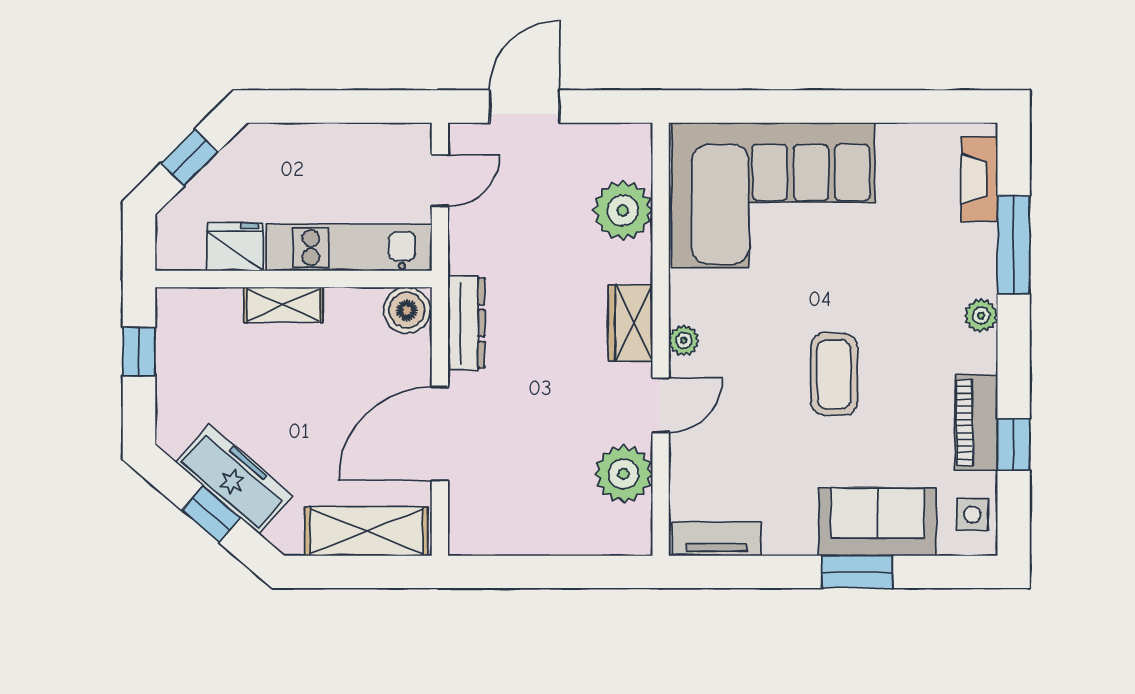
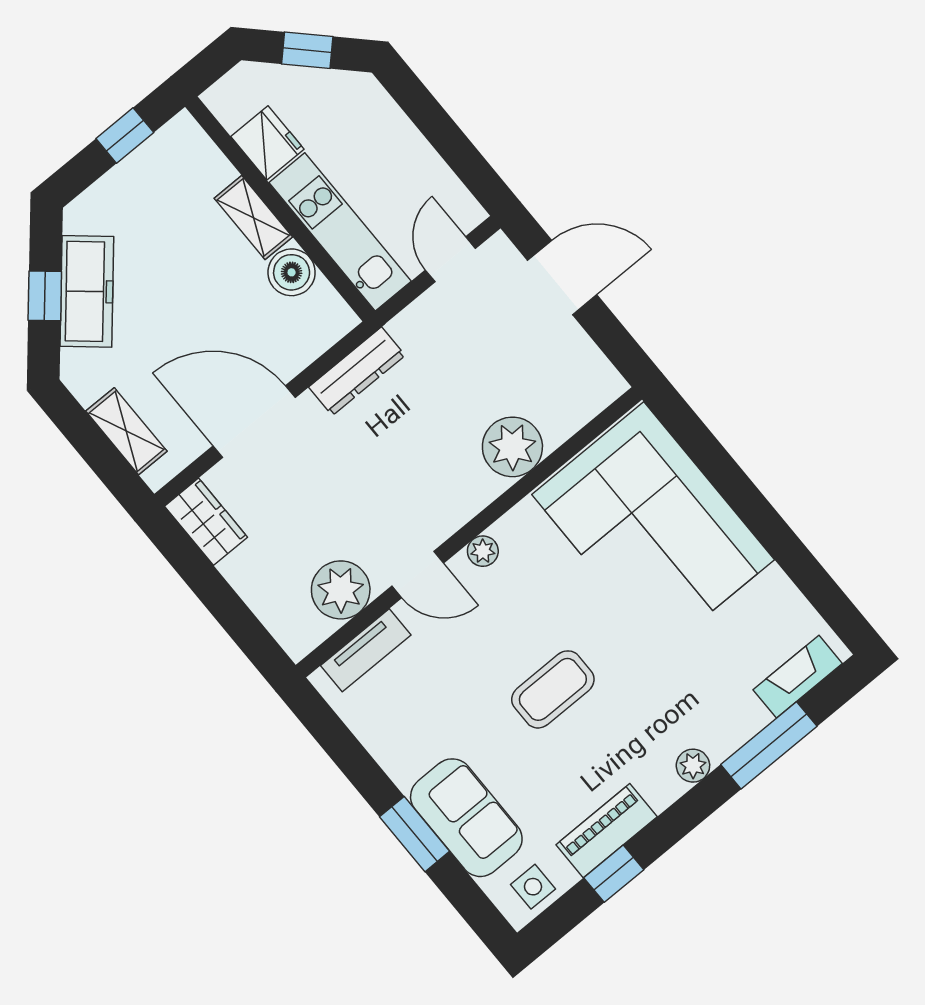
door: (440, 181) -> (450, 259), swing flipped
plant: (623, 210) -> (512, 447), moved
boiler: (407, 310) -> (292, 272), moved
wardrobe: (630, 323) -> (206, 522), moved, turned 90
shelving: (366, 531) -> (126, 431), width x0.67, depth x0.75
tv unit: (717, 539) -> (366, 650), moved, turned 90

